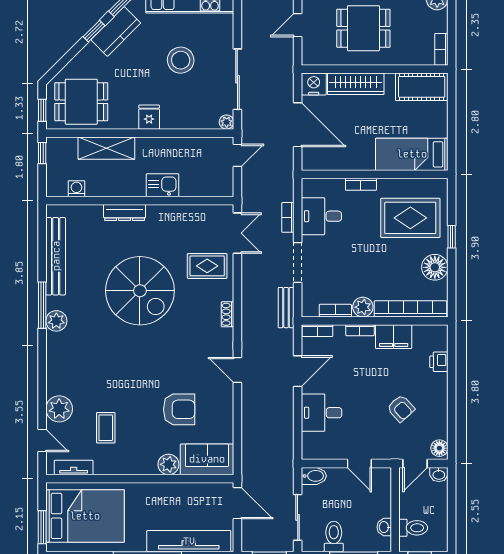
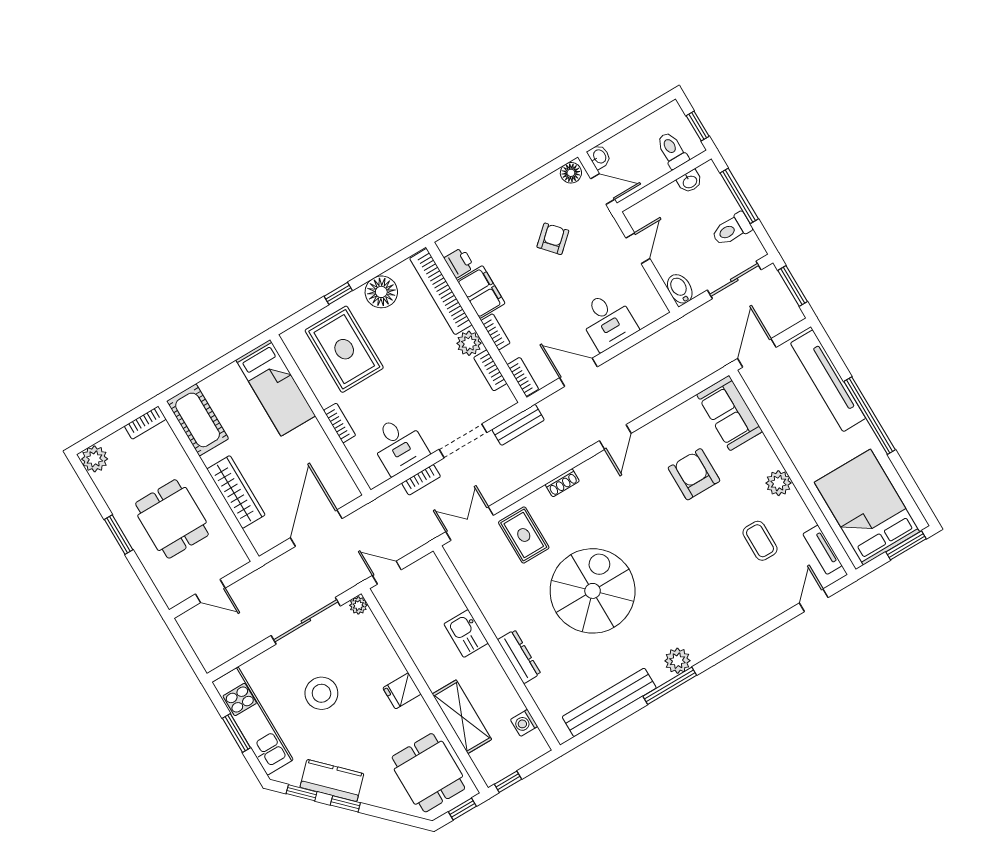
nightstand: (314, 84) -> (263, 537), removed
printer: (439, 362) -> (459, 263), moved, turned -90
plant: (59, 409) -> (769, 602), removed
coffee table: (106, 428) -> (760, 541), turned 90
plant: (168, 464) -> (779, 483), moved

